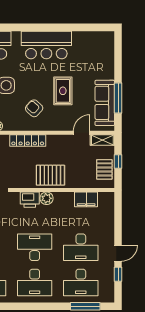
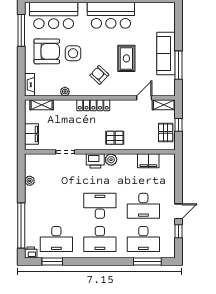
sofa: (105, 103) -> (166, 53), moved
pallet: (50, 175) -> (115, 138), width x0.67, depth x0.71

